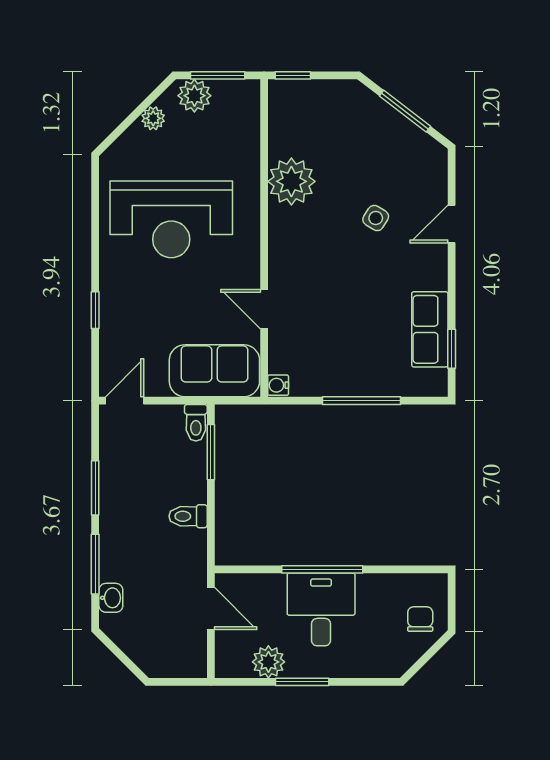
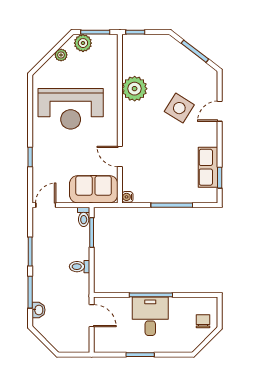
side table: (376, 218) -> (179, 108), width x1.87, depth x1.87
plant: (268, 662) -> (122, 344), removed

